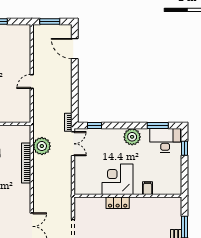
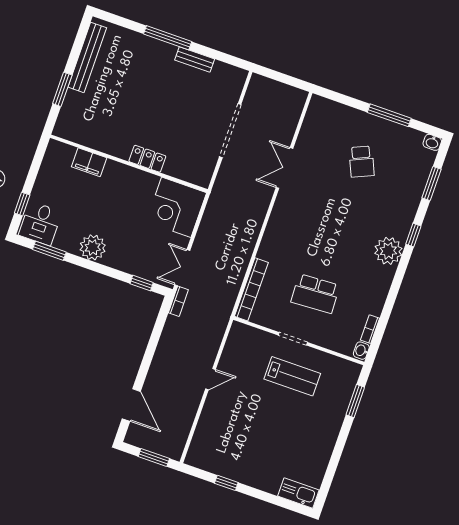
desk: (165, 140) -> (40, 223), width x0.73
plant: (42, 146) -> (229, 280), removed
bookcase: (26, 163) -> (251, 289), moved
corner desk: (118, 179) -> (176, 207), moved, turned 90
filing cabinet: (148, 188) -> (89, 162), width x2.00

